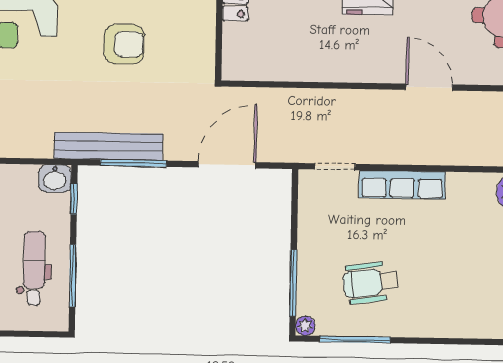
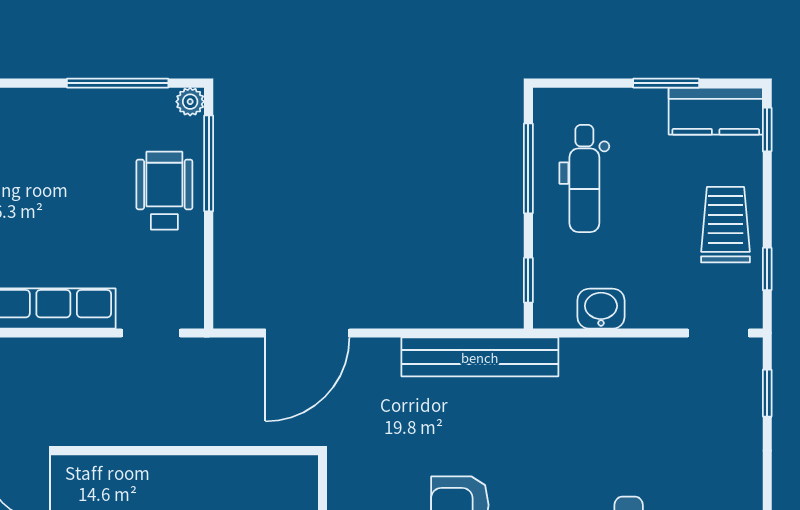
window: (134, 163) -> (443, 333), removed
washbasin: (55, 179) -> (601, 309), moved
wheelchair: (370, 282) -> (164, 191), moved, turned -82

